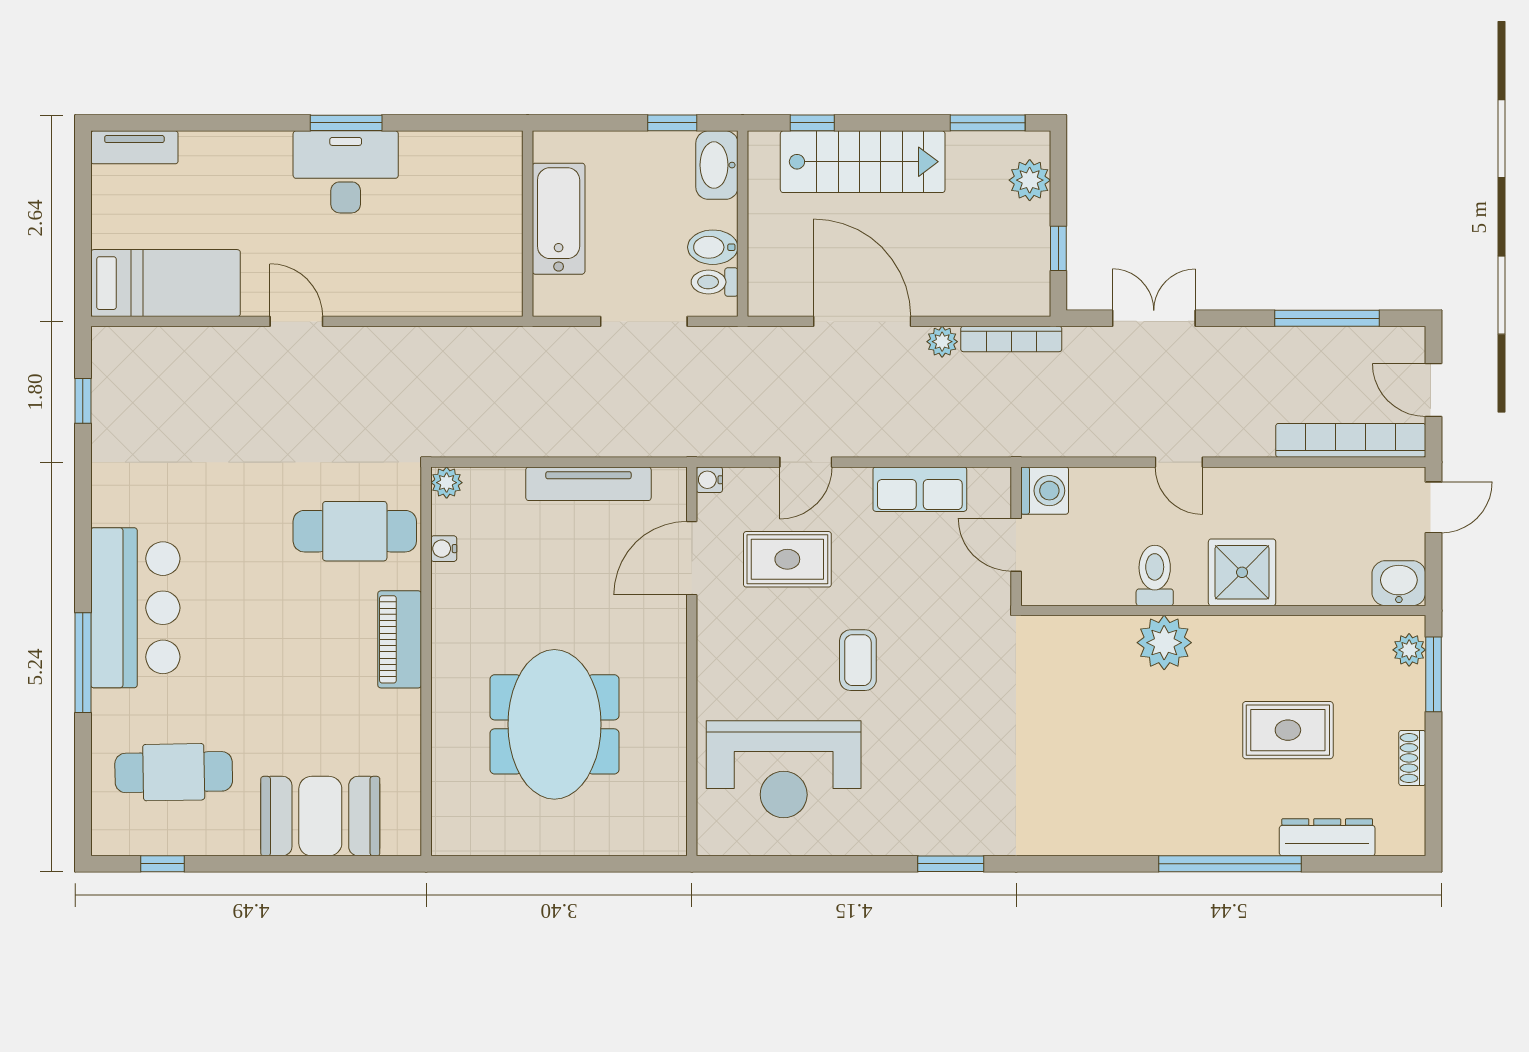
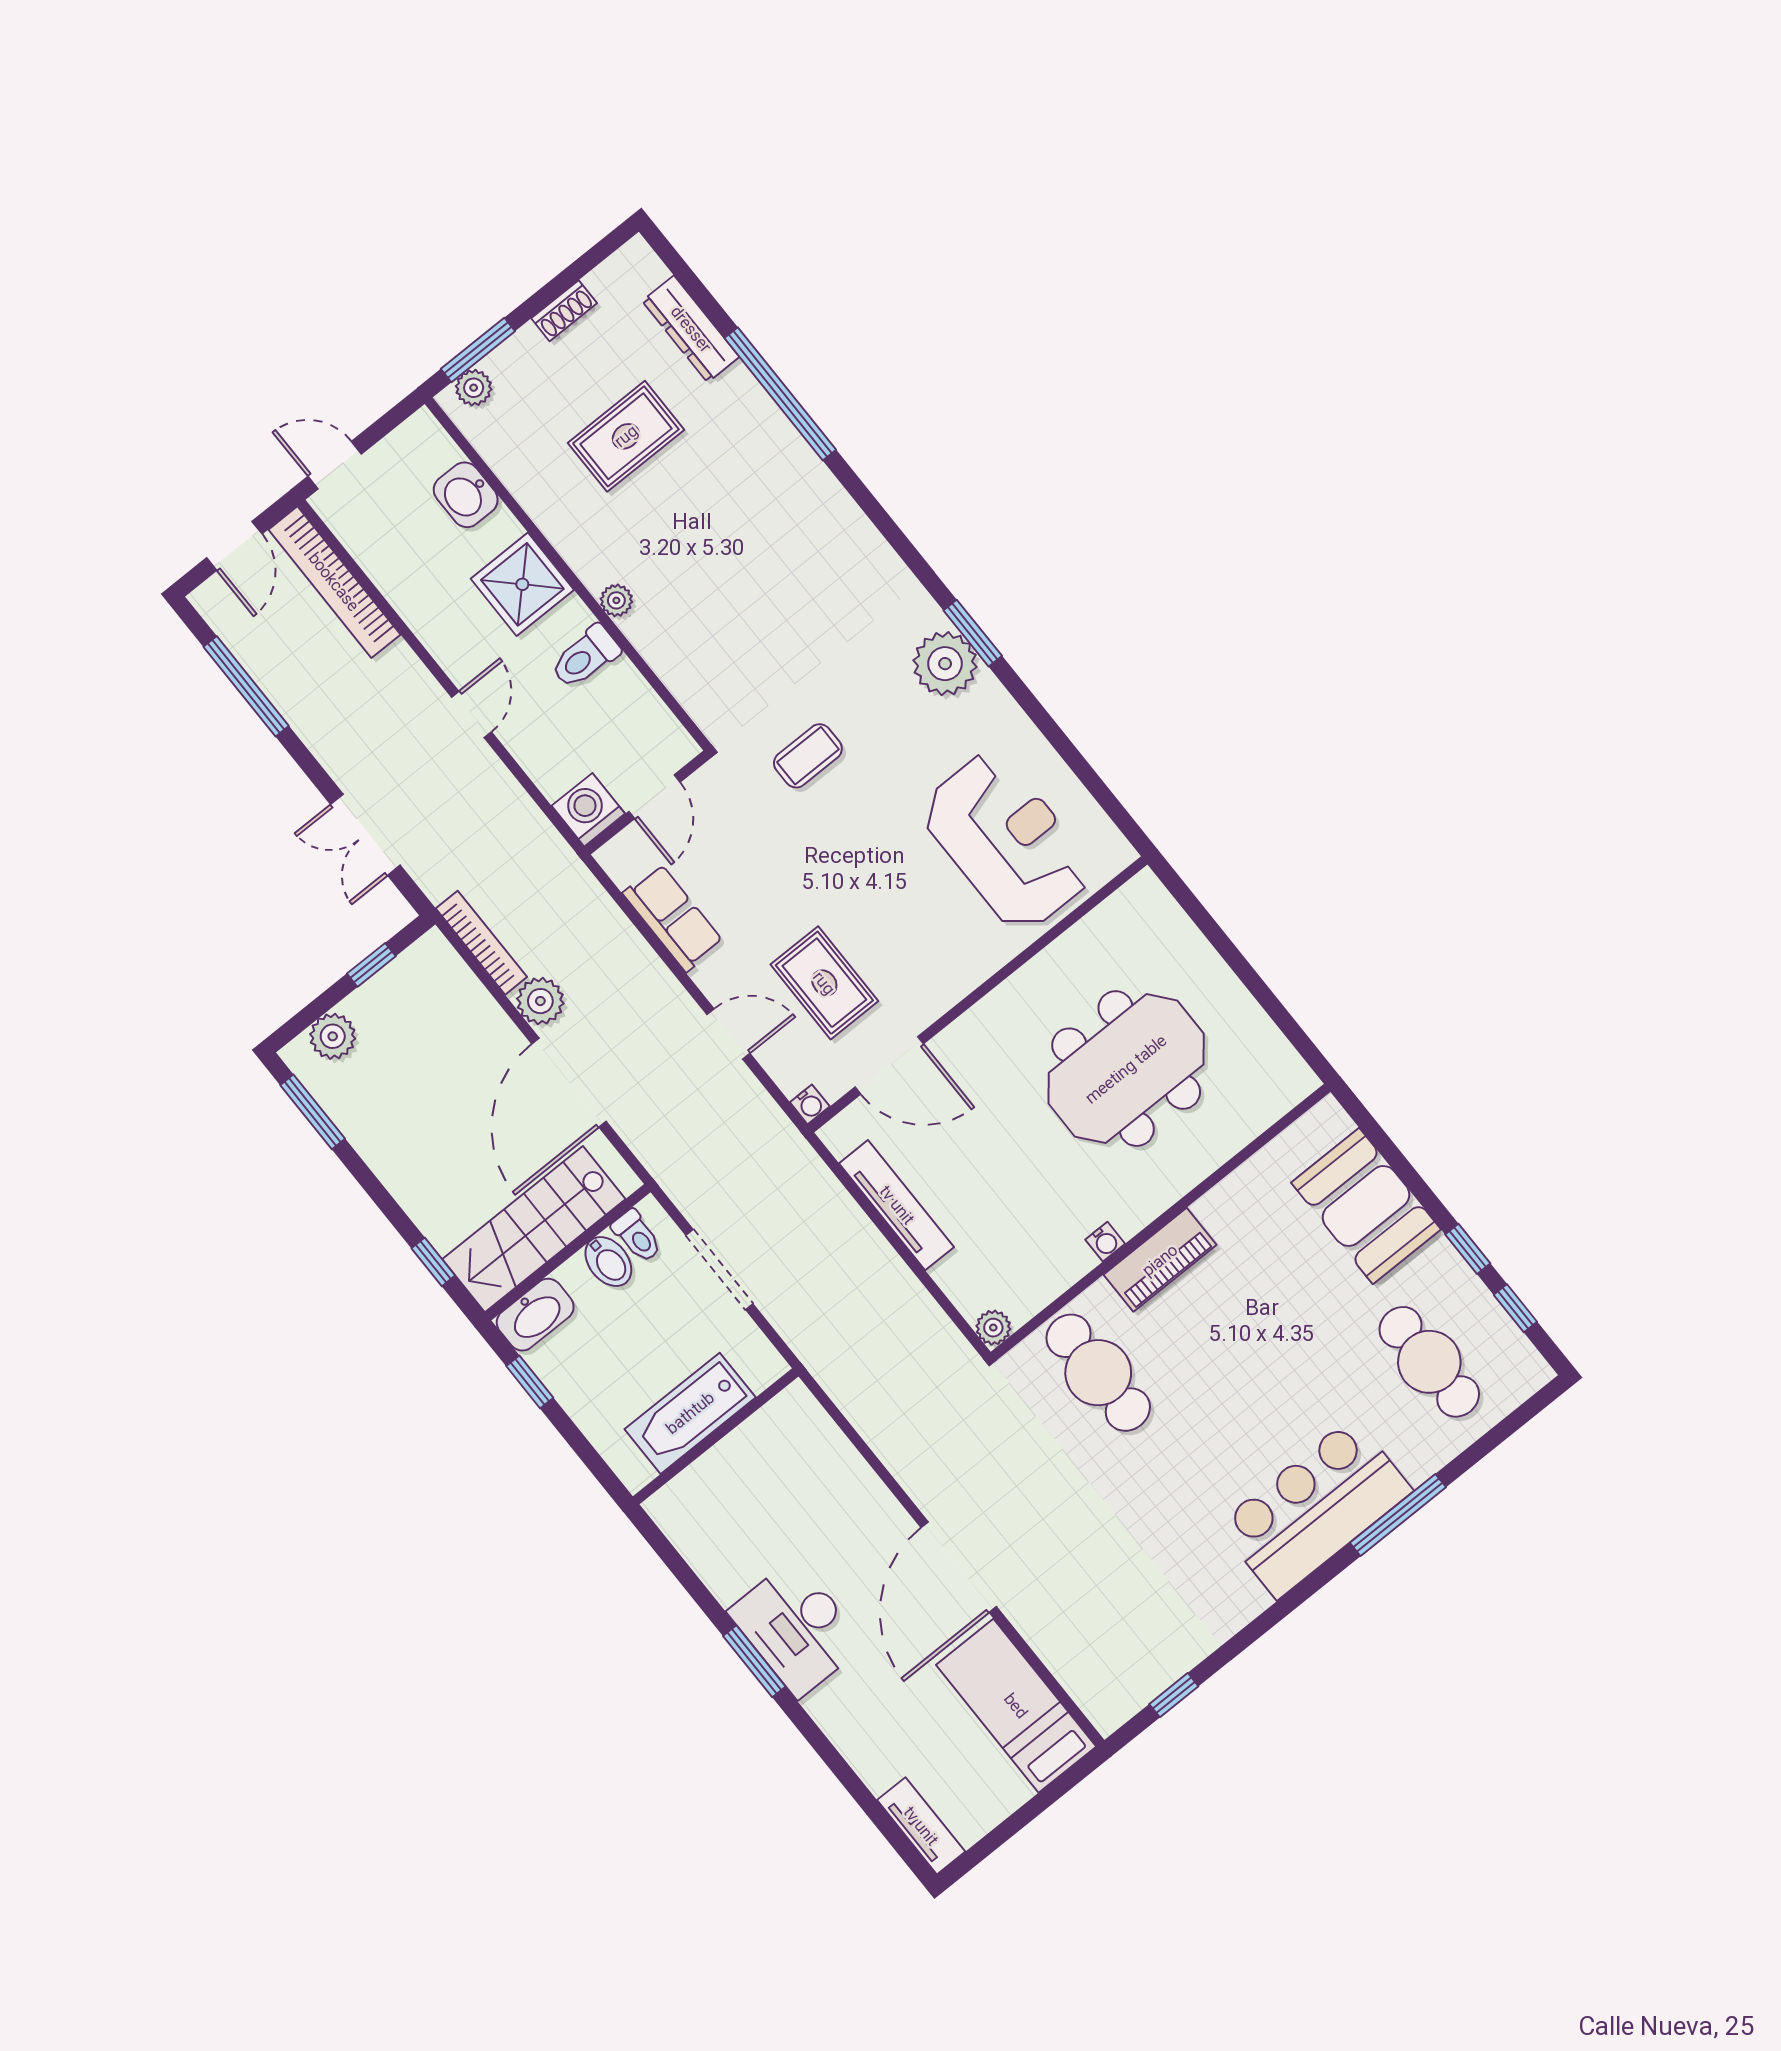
stairs: (863, 162) -> (534, 1229), moved, turned -90
door: (296, 321) -> (959, 1567), width x1.87
plant: (942, 342) -> (540, 1001), width x1.38, depth x1.38
water cooler: (444, 549) -> (1105, 1242), moved
washbasin: (1399, 583) -> (466, 495), moved
plant: (1164, 643) -> (616, 600), width x0.53, depth x0.53
coffee table: (858, 660) -> (808, 756), moved
rug: (1288, 730) -> (626, 436), turned 90
plant: (945, 827) -> (945, 664), added
window: (232, 864) -> (1468, 1249), added

